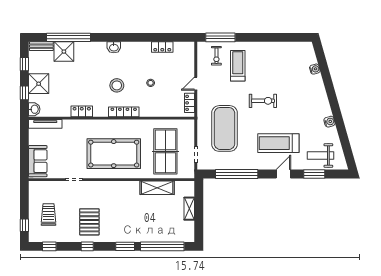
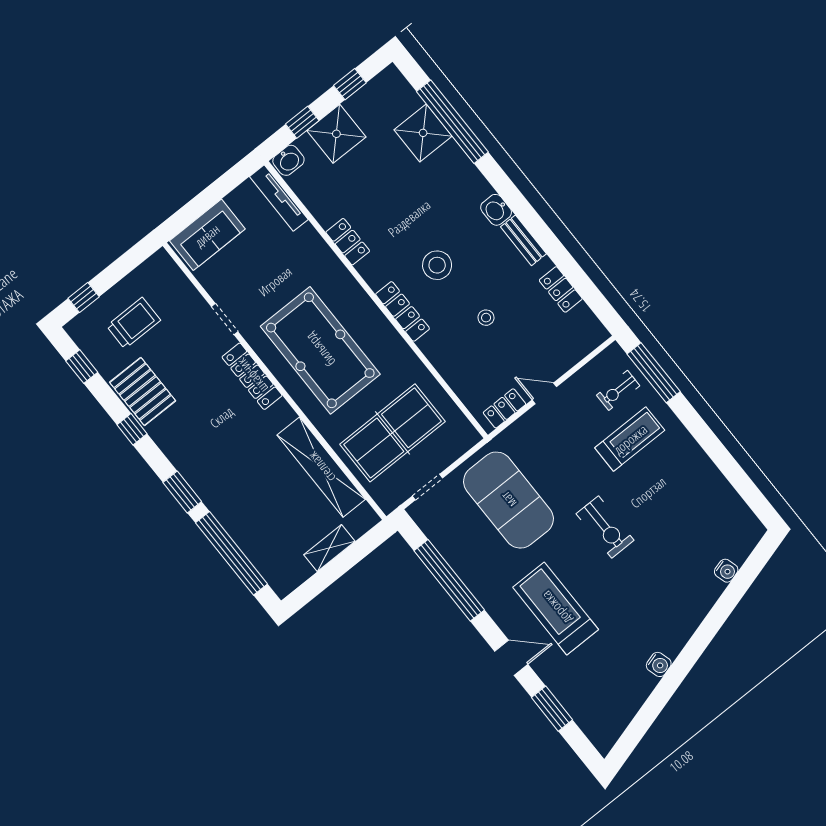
bench: (41, 46) -> (523, 240), moved
exercise mat: (224, 128) -> (508, 500), turned 90
weight bench: (321, 156) -> (591, 694), removed
locker: (103, 186) -> (252, 376), added
shelving: (157, 188) -> (321, 467), width x1.47
pallet: (89, 222) -> (143, 391), moved, turned 90

